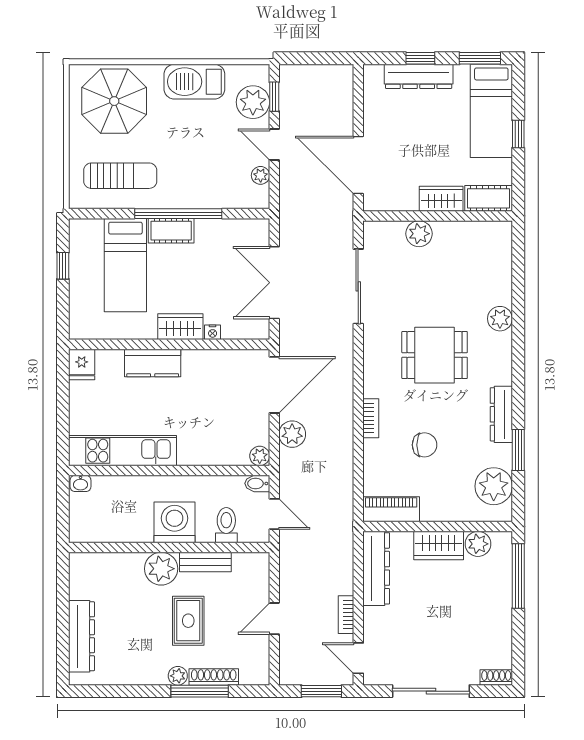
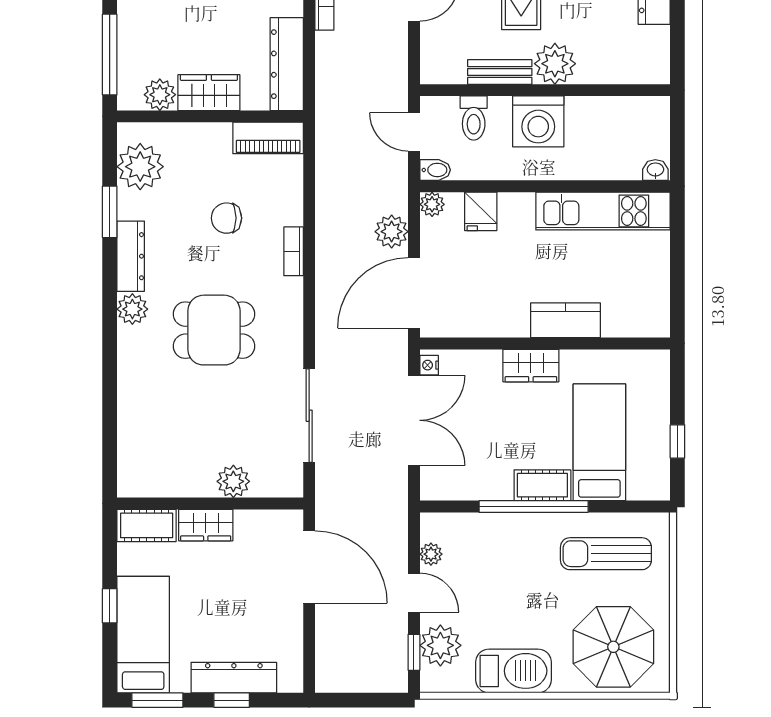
plant: (500, 319) -> (132, 309), moved
nightstand: (213, 332) -> (429, 365), moved, turned -90
fridge: (82, 364) -> (481, 211), moved, turned 180

